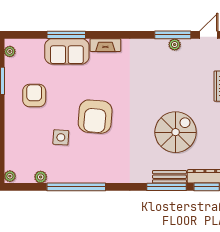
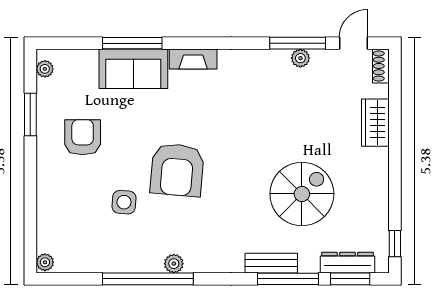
plant: (41, 177) -> (174, 264), moved
bench: (169, 177) -> (271, 263), moved

